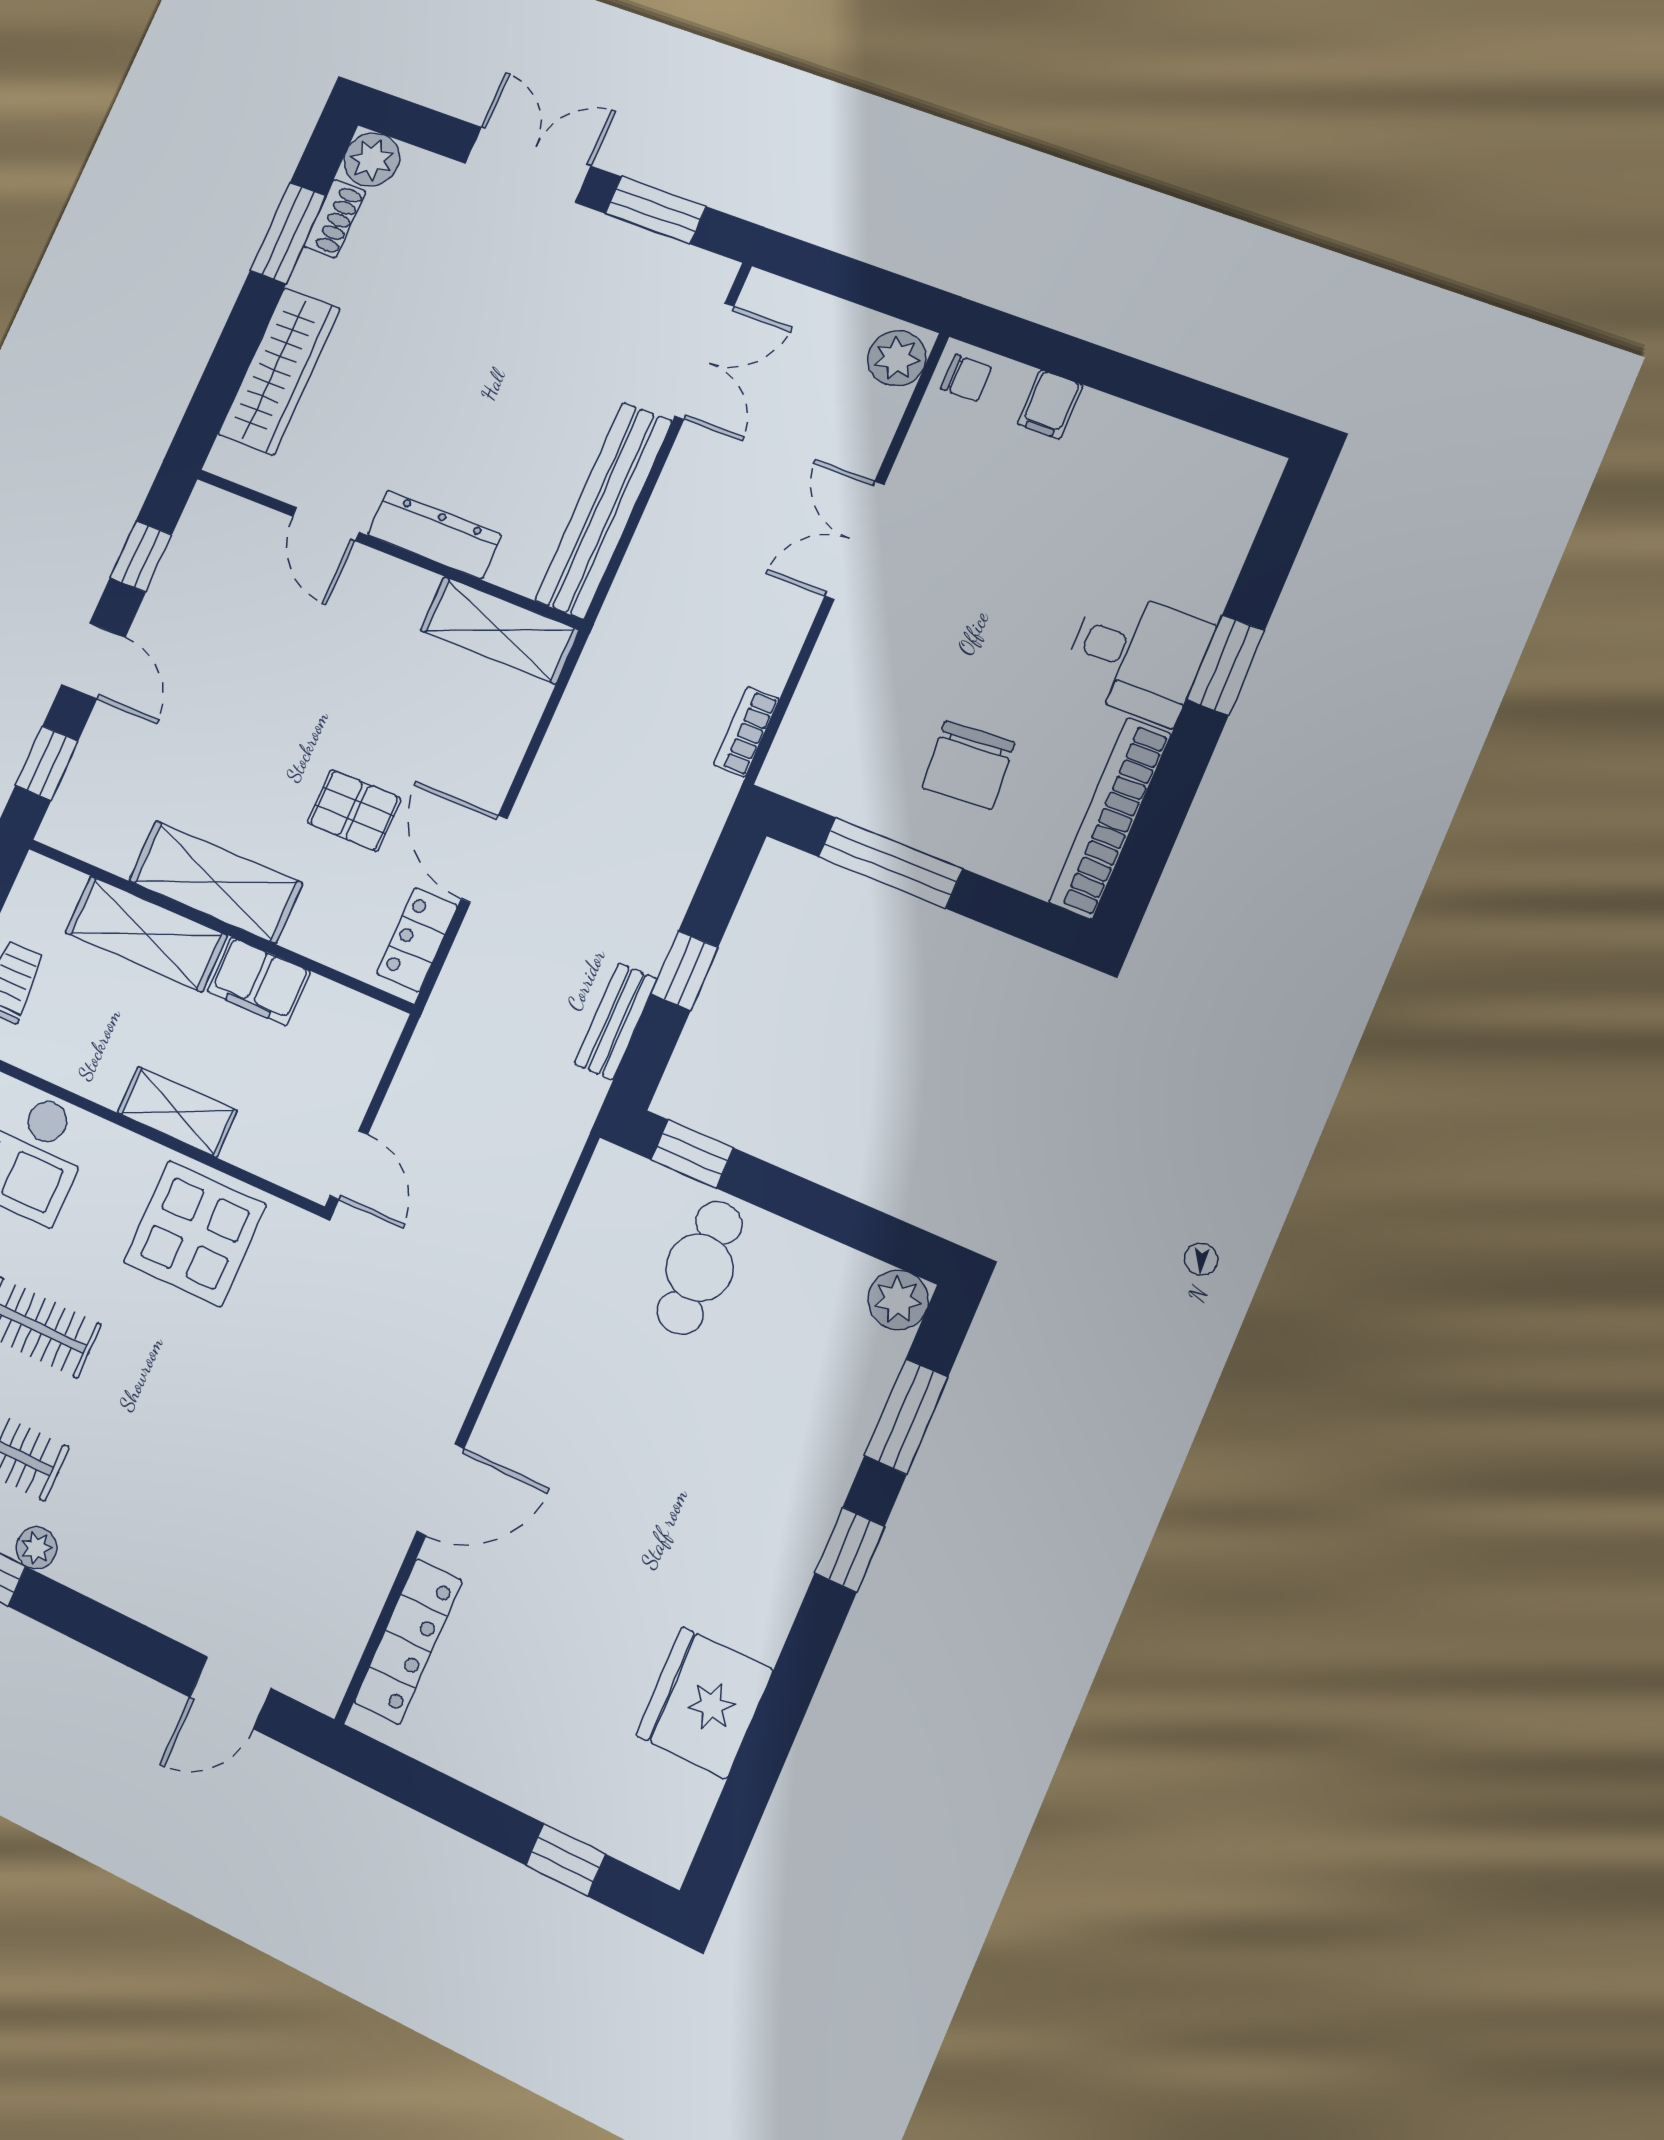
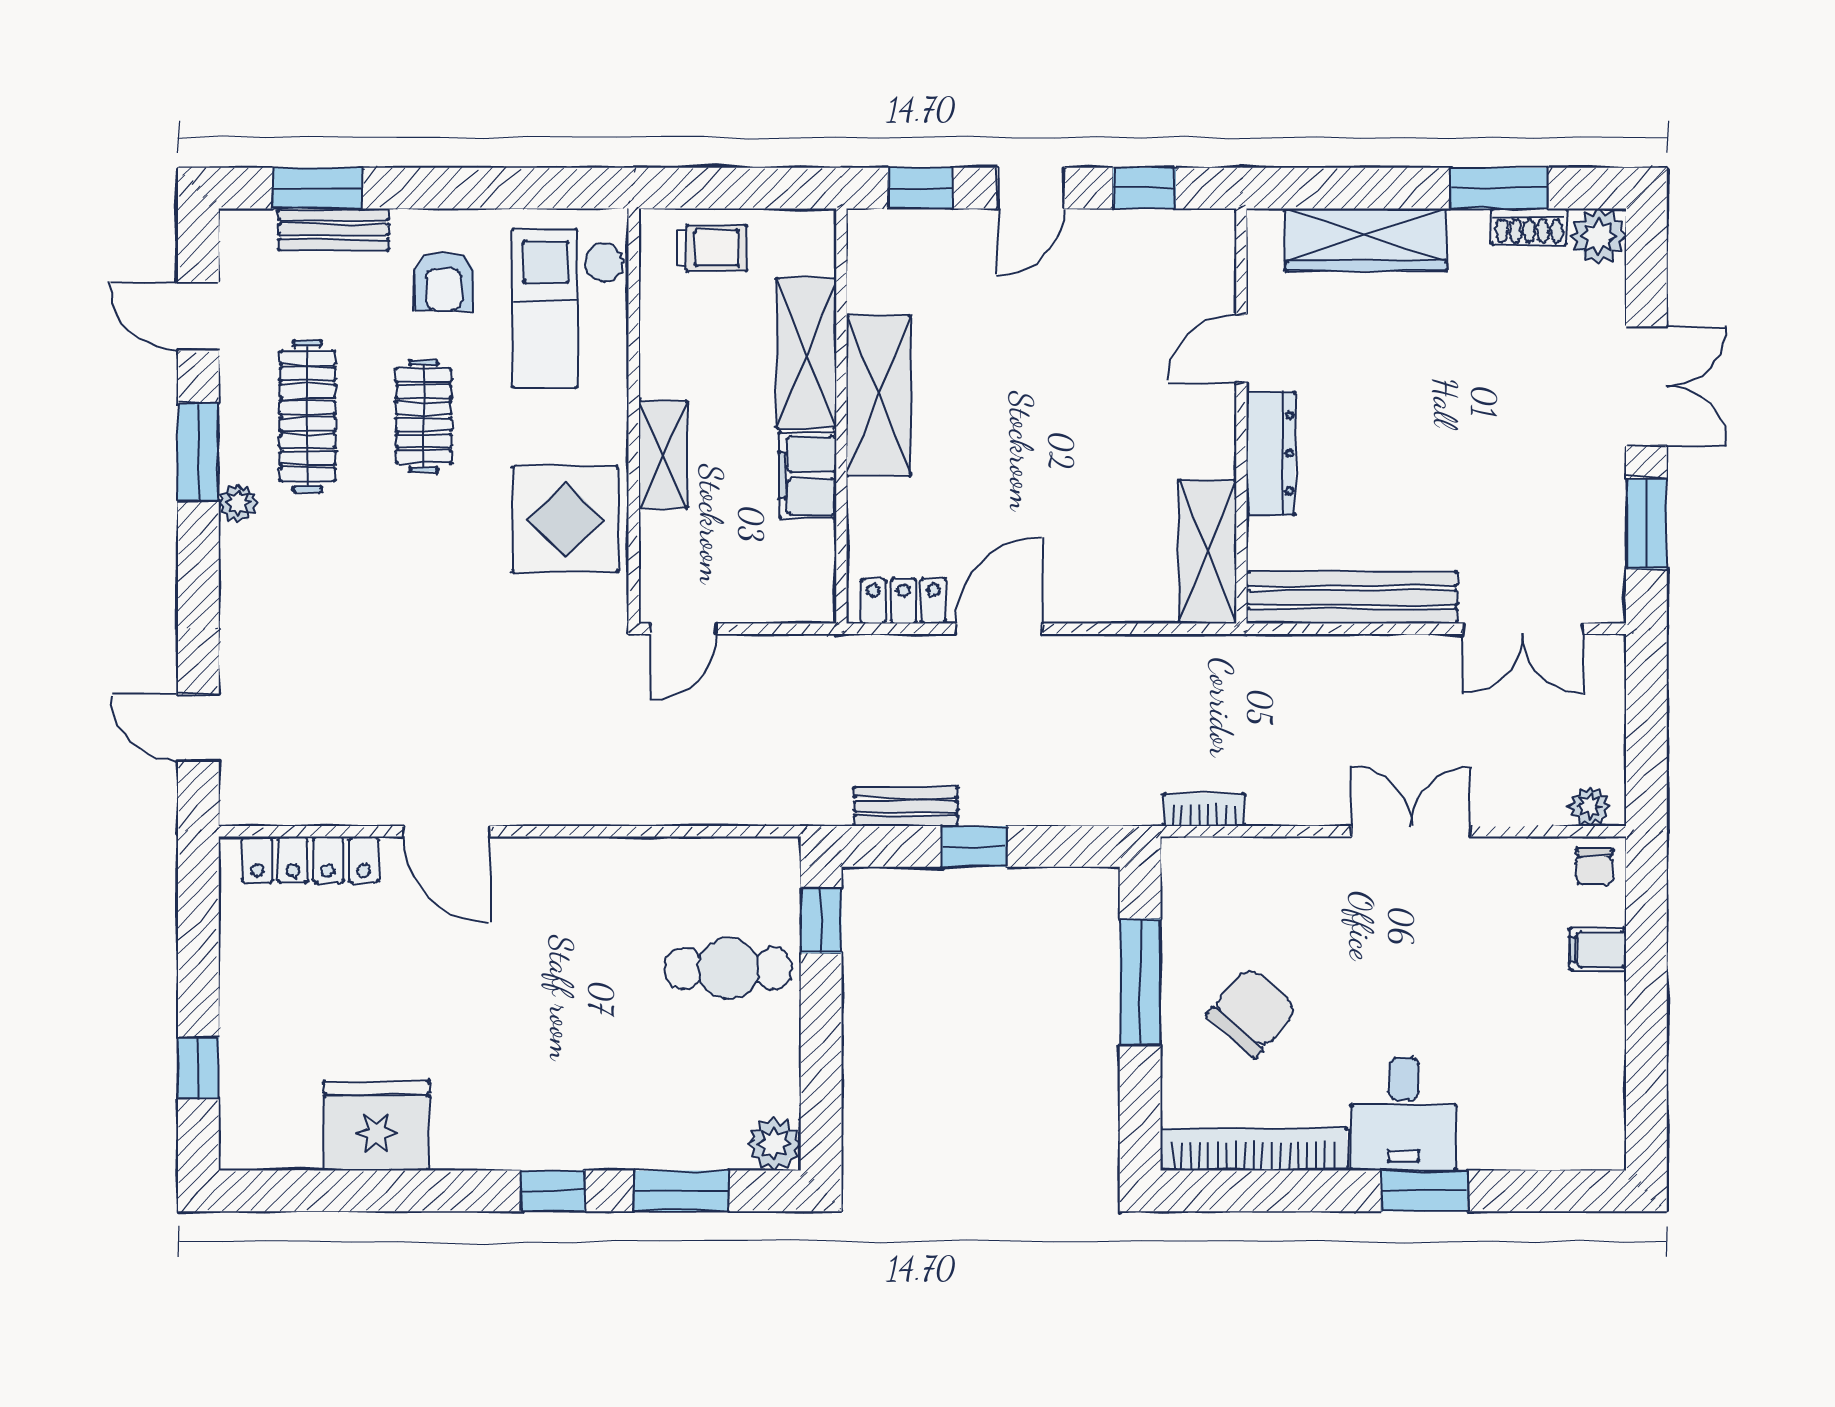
plant: (897, 358) -> (1590, 806), width x0.73, depth x0.73
chair: (968, 765) -> (1252, 1012), turned 135
pallet: (354, 811) -> (994, 493), removed

